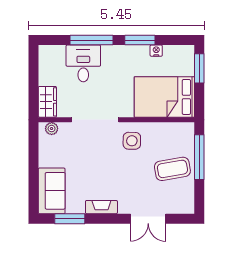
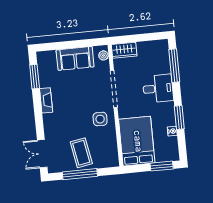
window: (92, 40) -> (174, 66), moved
desk: (83, 63) -> (158, 88), moved
window: (199, 157) -> (80, 174), moved
sofa: (52, 191) -> (75, 58), moved
double door: (148, 219) -> (42, 154), moved

